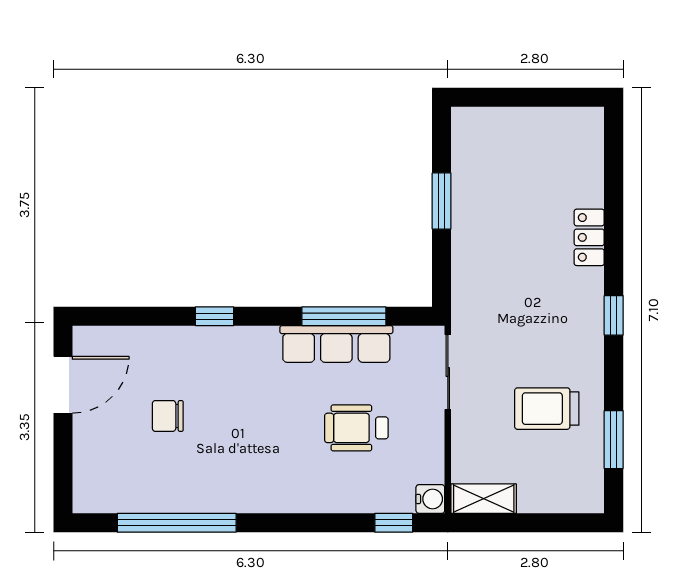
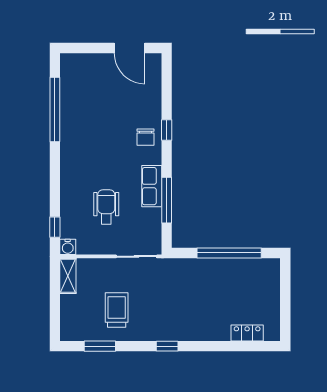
window: (442, 201) -> (229, 253), width x2.11
locker: (589, 237) -> (247, 333), moved
row of seats: (336, 344) -> (152, 186), width x0.68
chair: (168, 416) -> (145, 137), moved, turned 180

